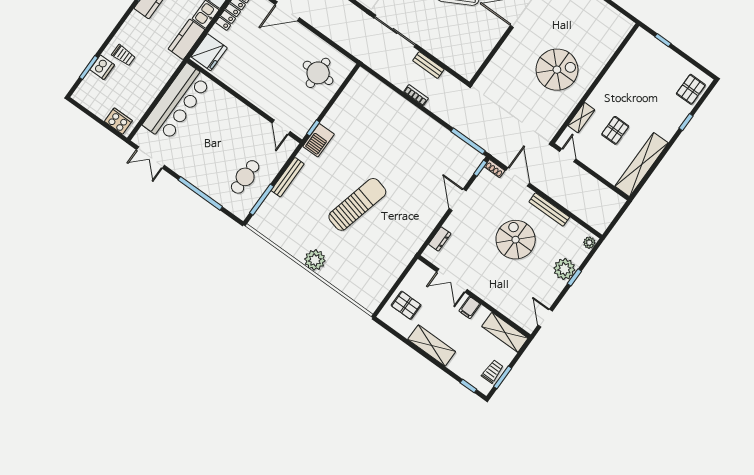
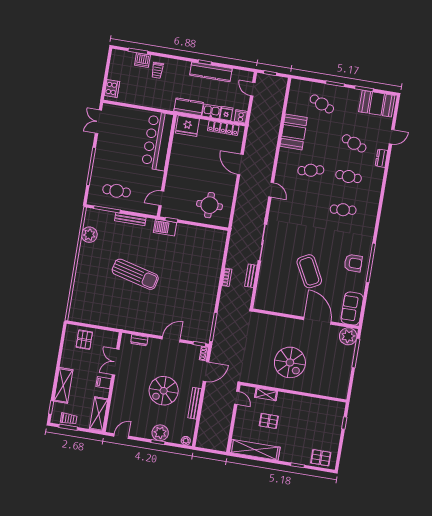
bar counter: (177, 103) -> (157, 141), moved, turned 90
door: (568, 155) -> (237, 398), hinge flipped
spiral stairs: (516, 240) -> (164, 391), turned 180
plant: (315, 260) -> (89, 235), moved
shelving: (432, 346) -> (63, 385), moved

